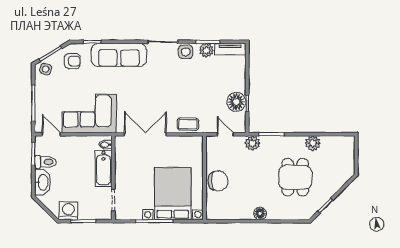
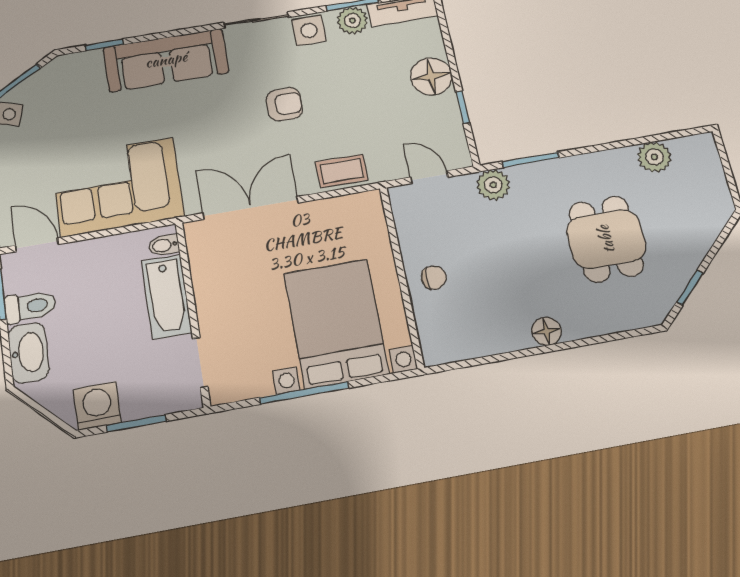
armchair: (72, 61) -> (284, 104), moved
floor lamp: (236, 102) -> (431, 76), moved
plant: (313, 143) -> (654, 157), moved
chair: (218, 181) -> (434, 278), width x0.54, depth x0.54

